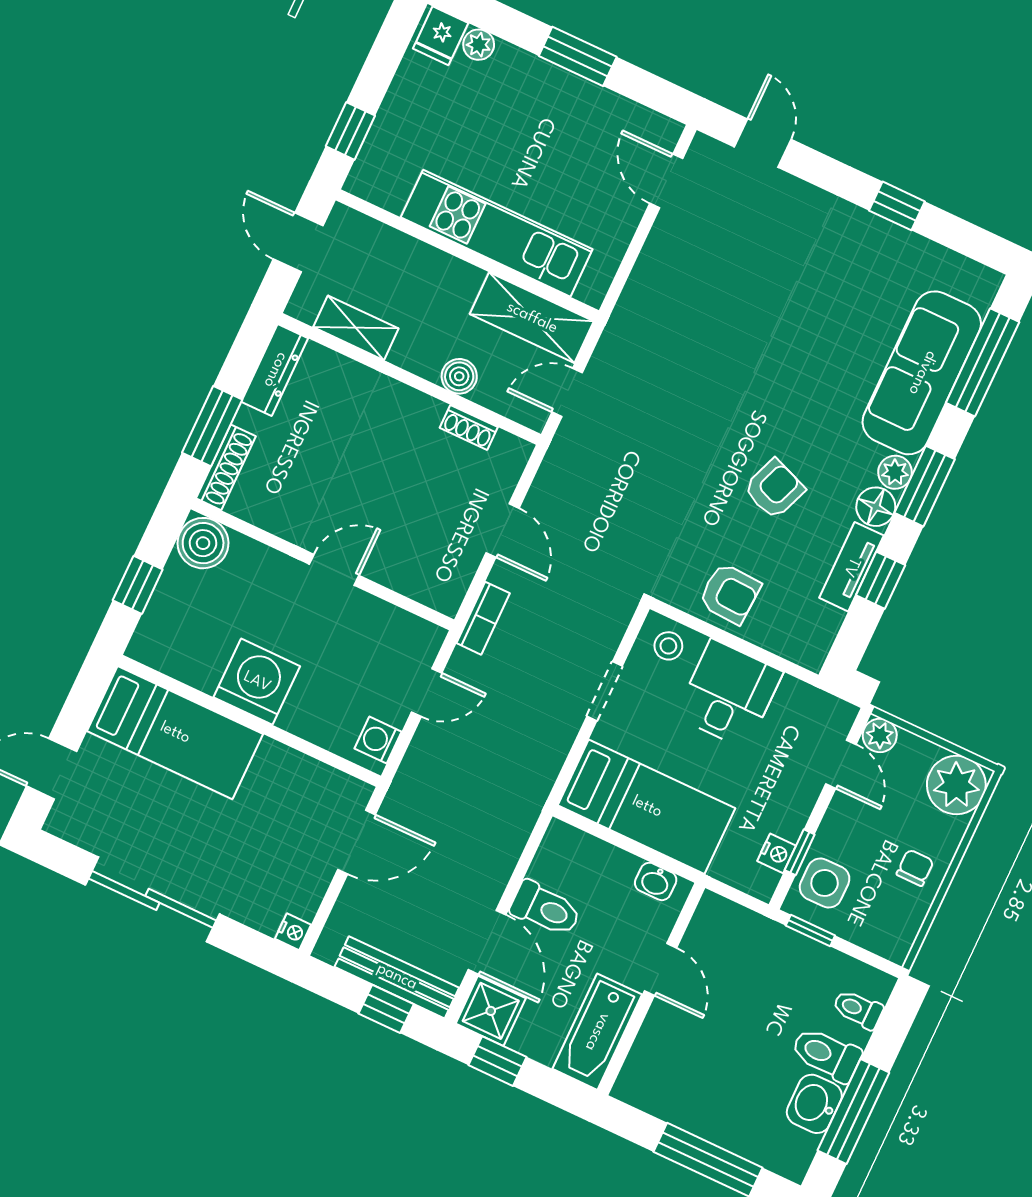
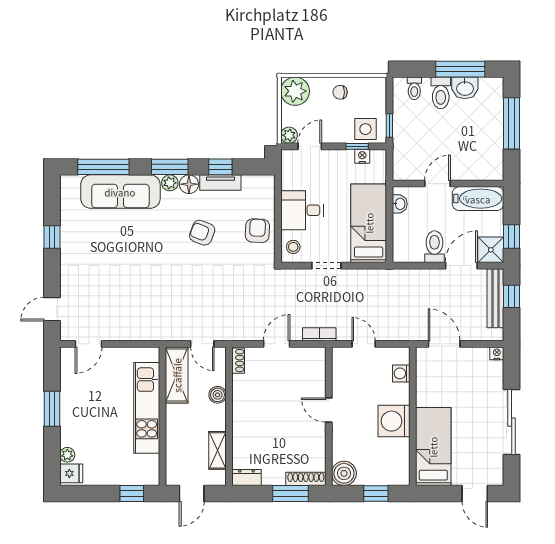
dresser: (275, 370) -> (246, 477), width x0.70
shoe rack: (469, 427) -> (238, 361), moved
washing machine: (378, 740) -> (401, 373), moved, turned 90

